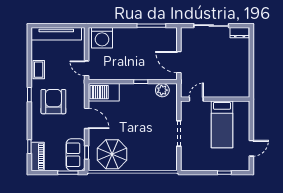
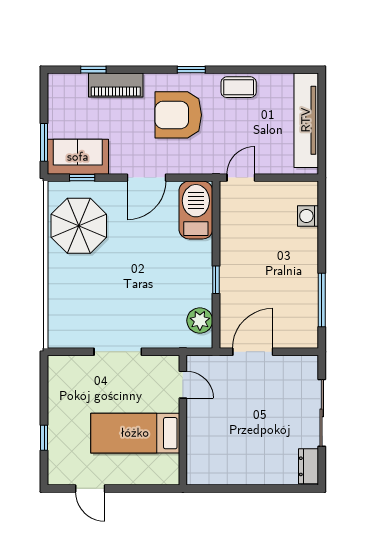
washing machine: (102, 38) -> (308, 216), width x0.53, depth x0.53
armchair: (53, 102) -> (178, 115), turned 180
piano: (38, 157) -> (116, 85), moved

